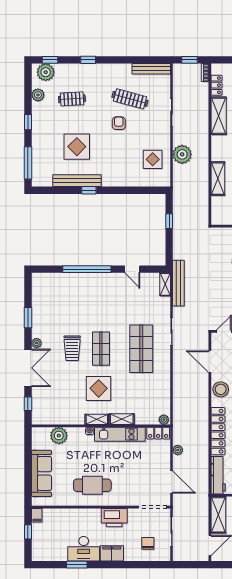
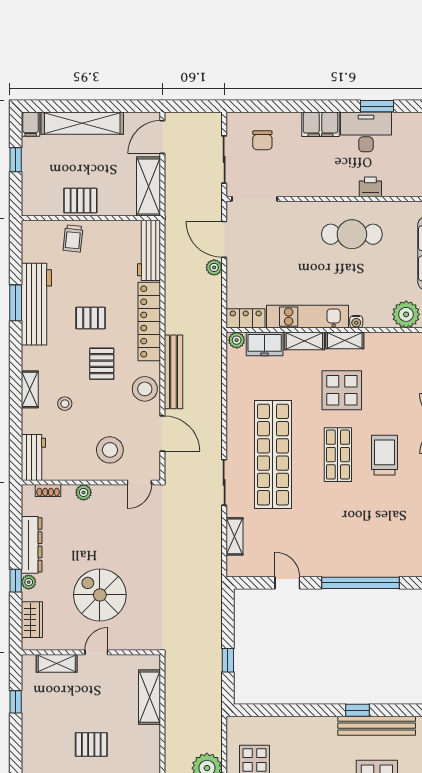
shelving: (218, 179) -> (150, 697), moved
bench: (178, 283) -> (173, 372), moved
shelving: (165, 284) -> (234, 536), moved
shop shelf: (141, 349) -> (273, 455), width x1.40
freezer: (146, 417) -> (265, 344), added
plant: (178, 450) -> (214, 267), moved
printer: (114, 518) -> (370, 187), moved, width x0.53, depth x0.68

